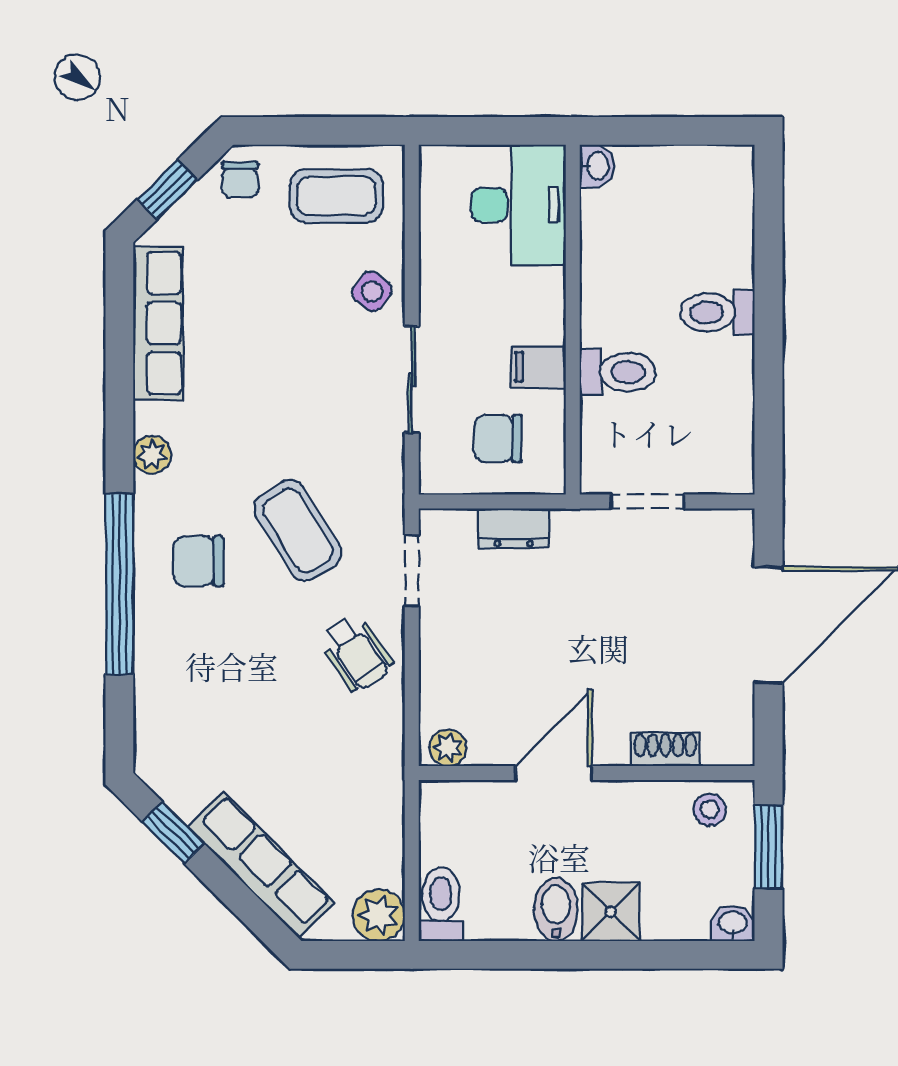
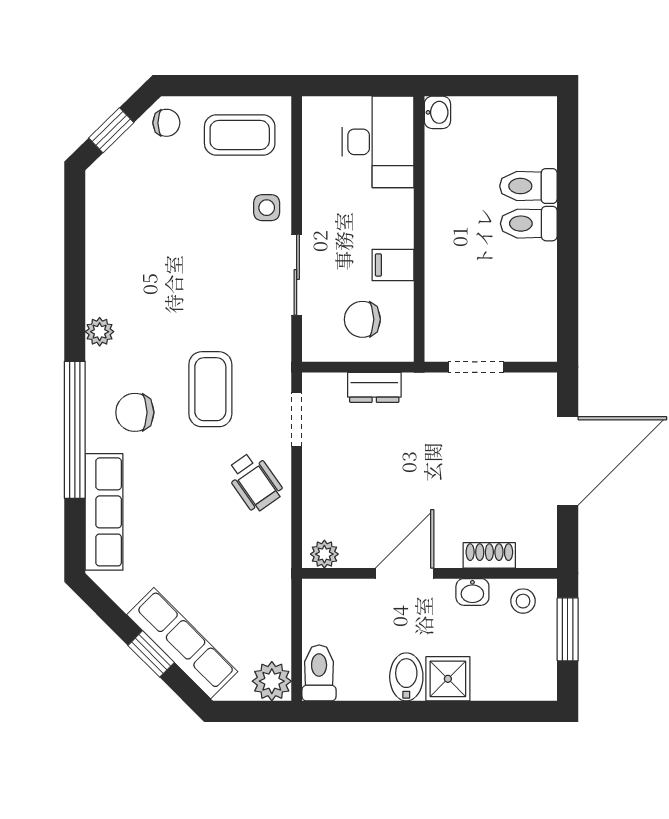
chair: (240, 180) -> (166, 123), turned -90
side table: (372, 291) -> (267, 208), turned -36
row of seats: (158, 323) -> (104, 512), moved
toilet: (618, 372) -> (528, 186), moved, turned 180
coffee table: (298, 531) -> (210, 389), turned 32
window: (173, 833) -> (151, 654), moved
washbasin: (733, 924) -> (472, 592), moved, turned 180

